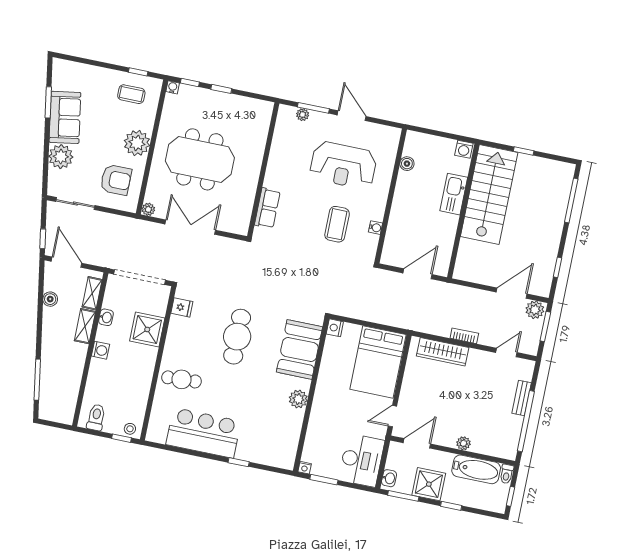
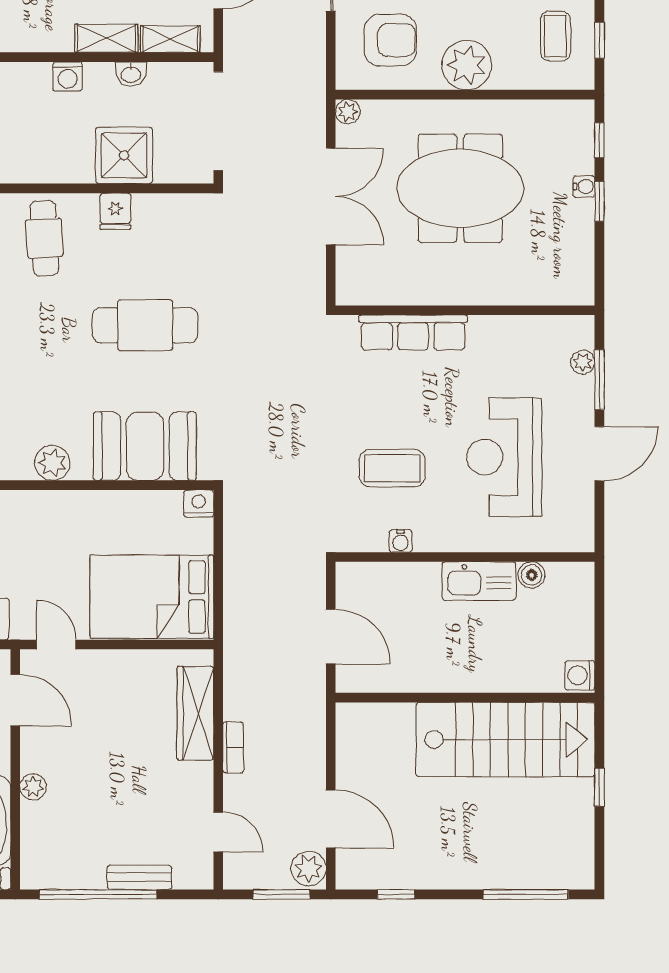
water cooler: (173, 87) -> (584, 187), moved
meeting table: (200, 159) -> (460, 188), turned 90
armchair: (116, 180) -> (390, 40), turned -90
kitchen sink: (454, 194) -> (479, 581), moved, turned 180
row of seats: (267, 208) -> (413, 332), width x1.48
fridge: (182, 307) -> (115, 211), moved

